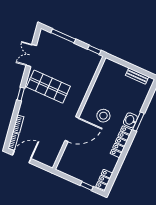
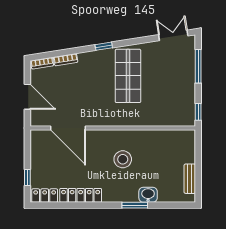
double door: (31, 55) -> (173, 35), moved
washbasin: (130, 120) -> (148, 195), moved
door: (72, 129) -> (68, 128), moved
locker: (121, 142) -> (81, 195), moved
door: (22, 157) -> (27, 97), moved

